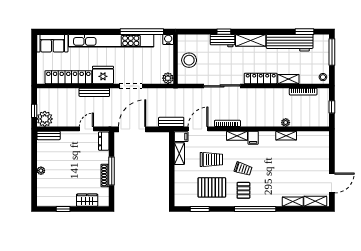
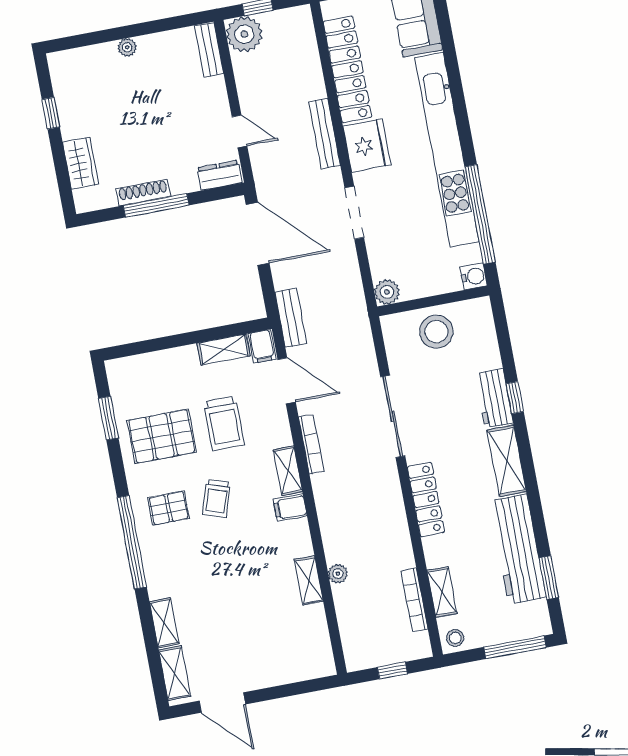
shelving: (288, 79) -> (442, 592), moved
pallet: (212, 187) -> (162, 436), turned 90

